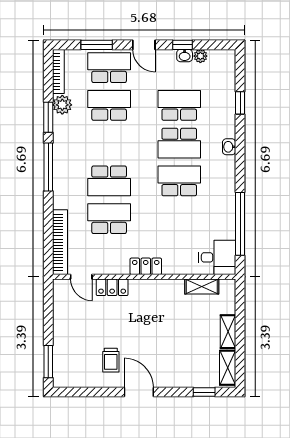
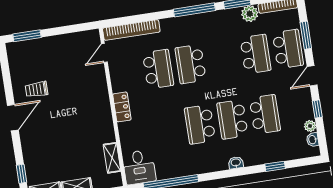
washbasin: (185, 56) -> (313, 140), moved
school desk: (179, 181) -> (200, 124), turned 180
locker: (112, 287) -> (99, 81), removed

